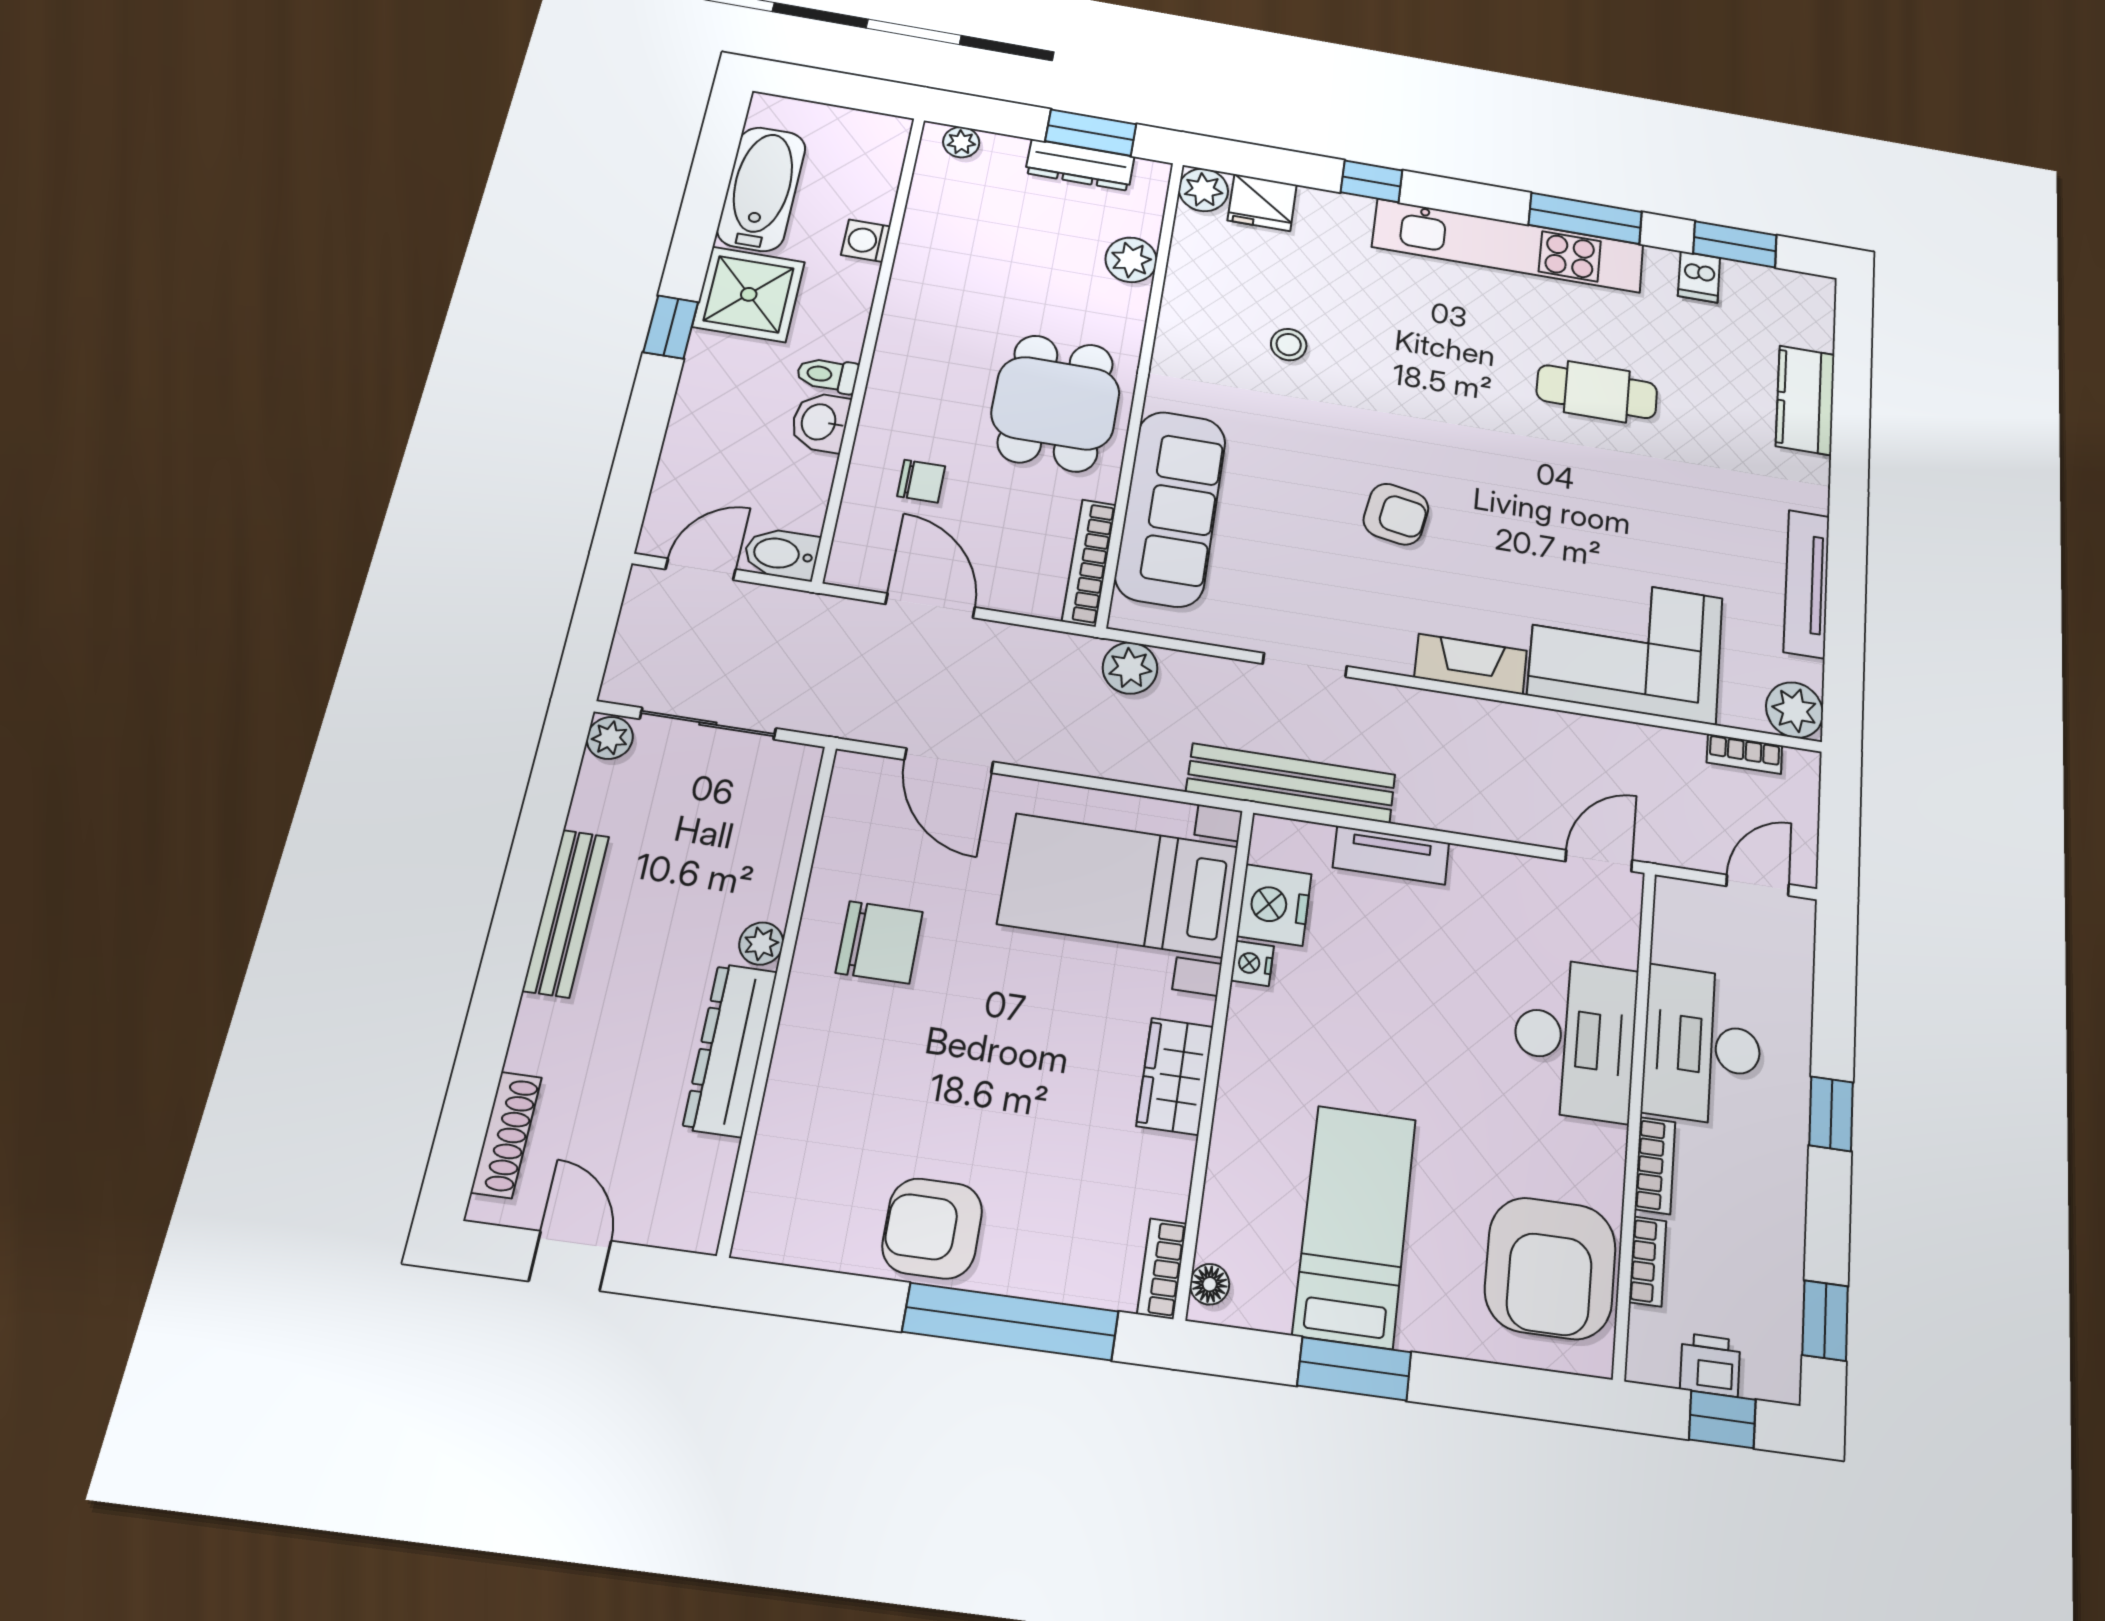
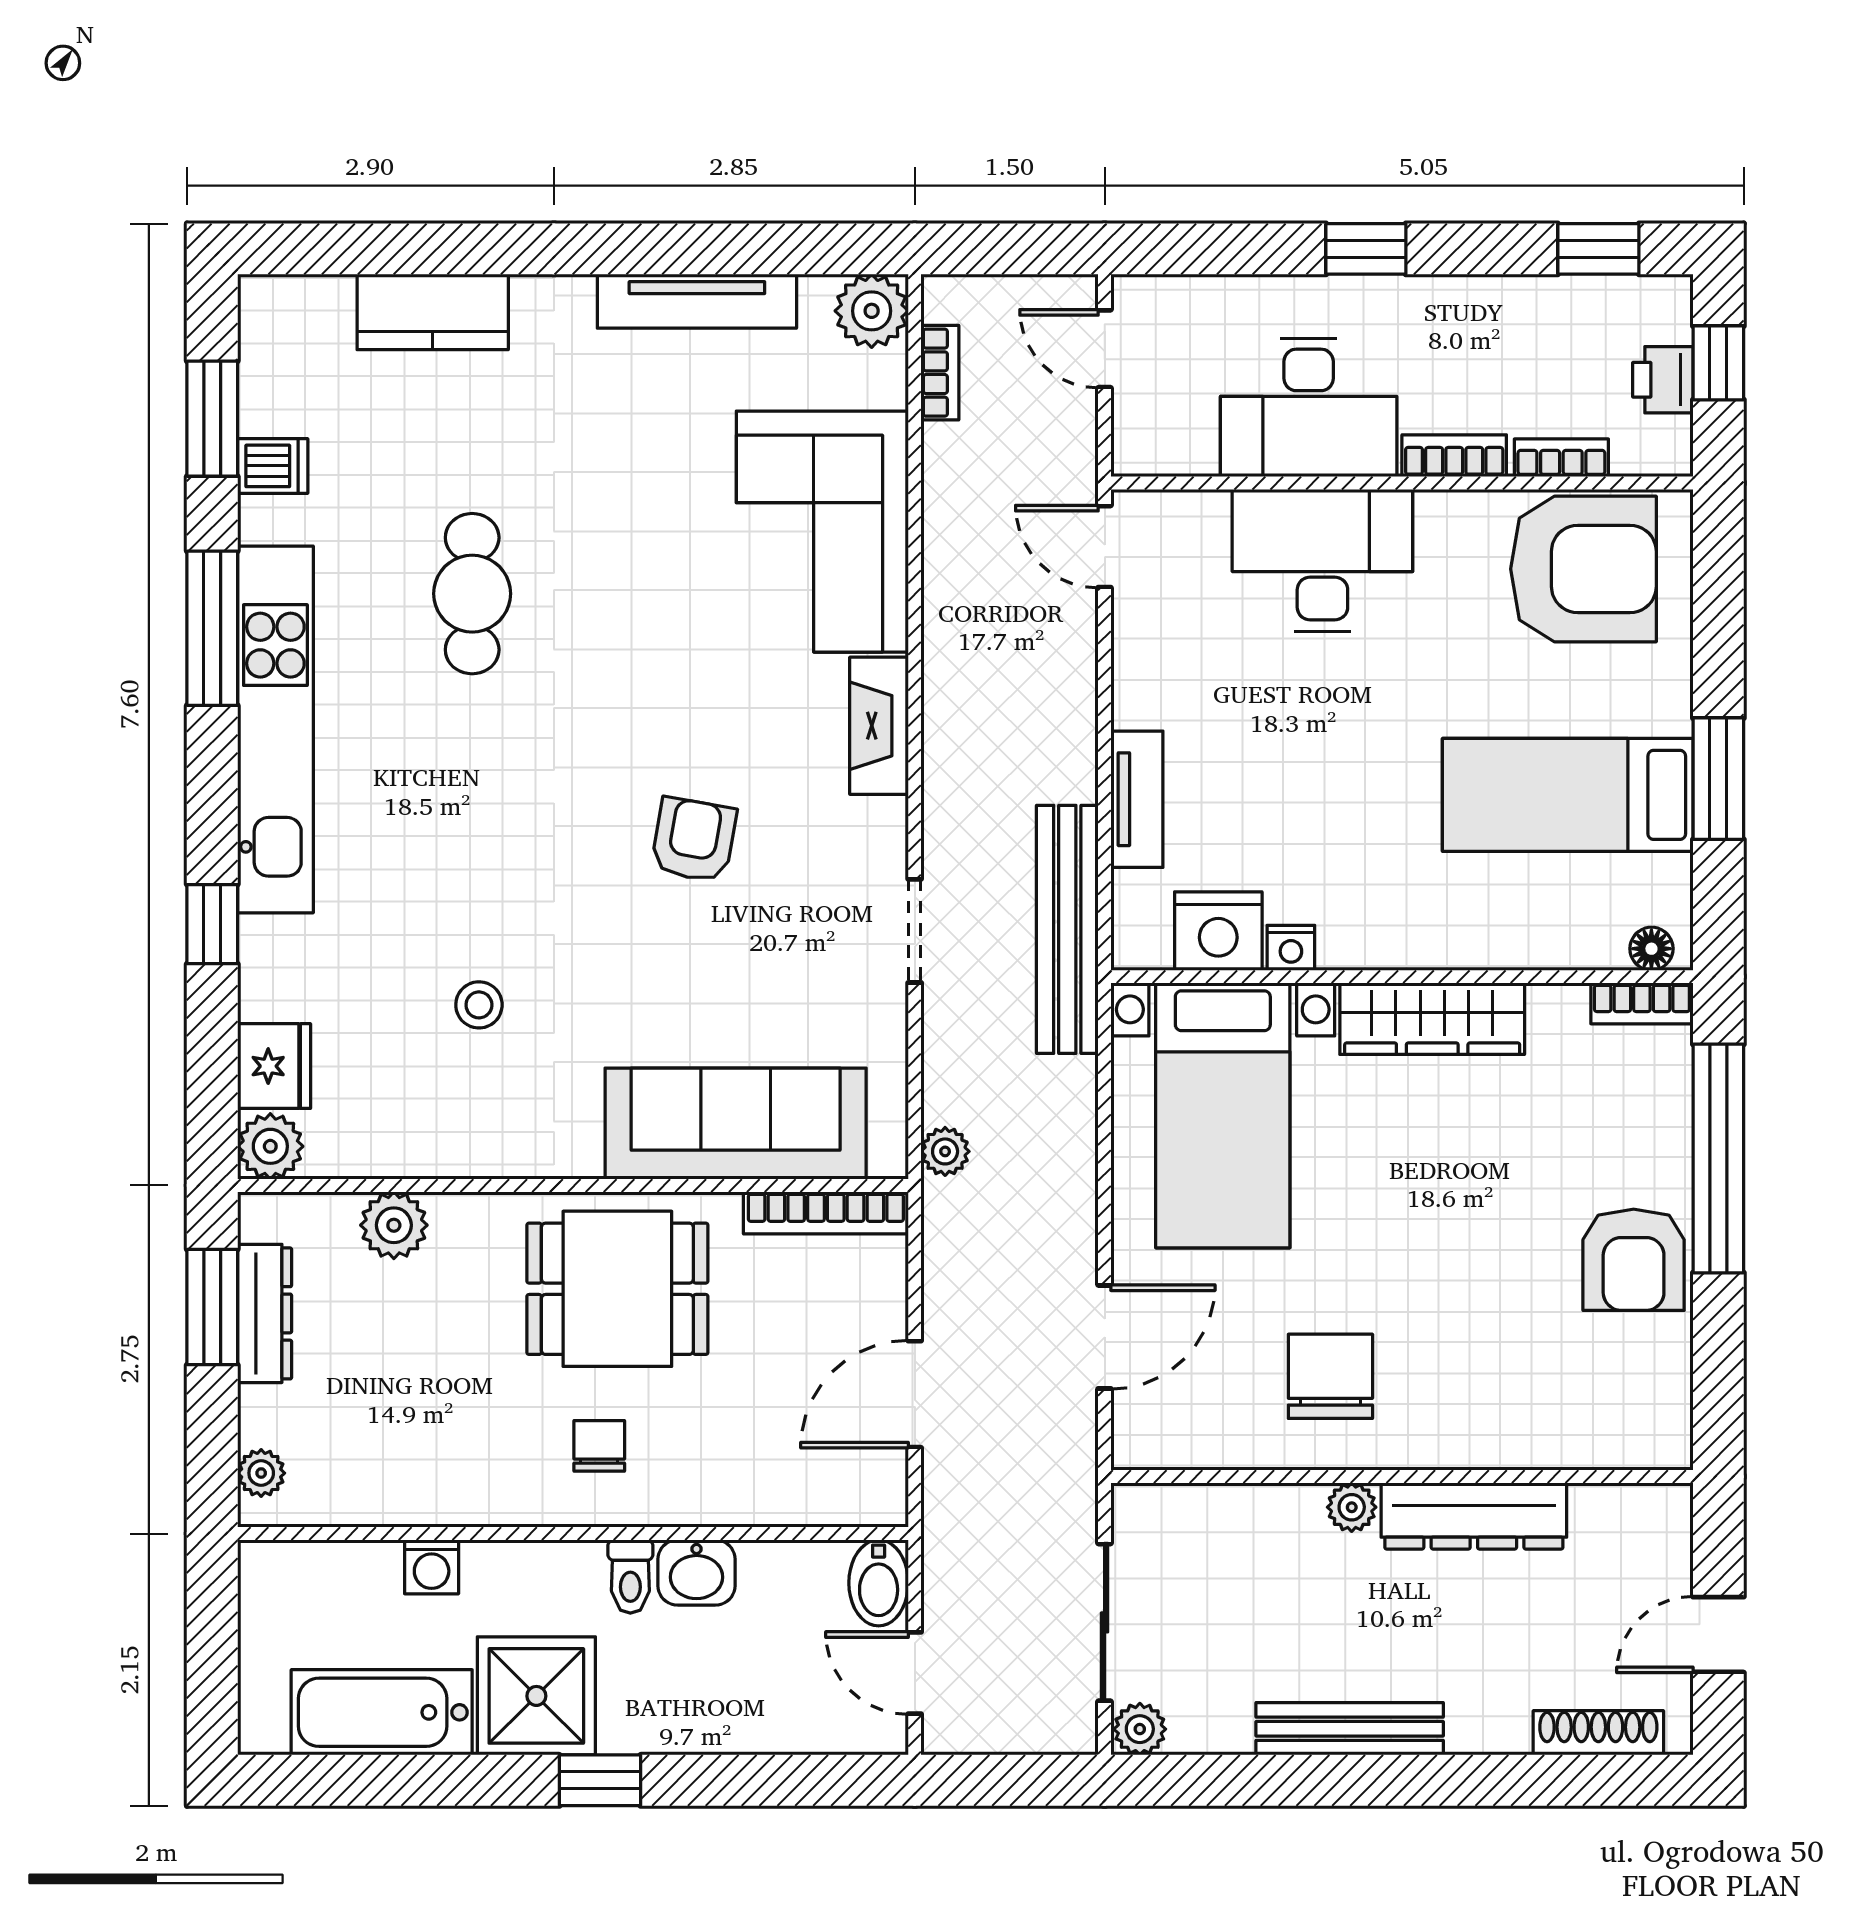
chair: (921, 481) -> (599, 1446), moved
plant: (1130, 668) -> (945, 1151), width x0.73, depth x0.73
wardrobe: (1175, 1076) -> (1432, 1019), width x1.50

